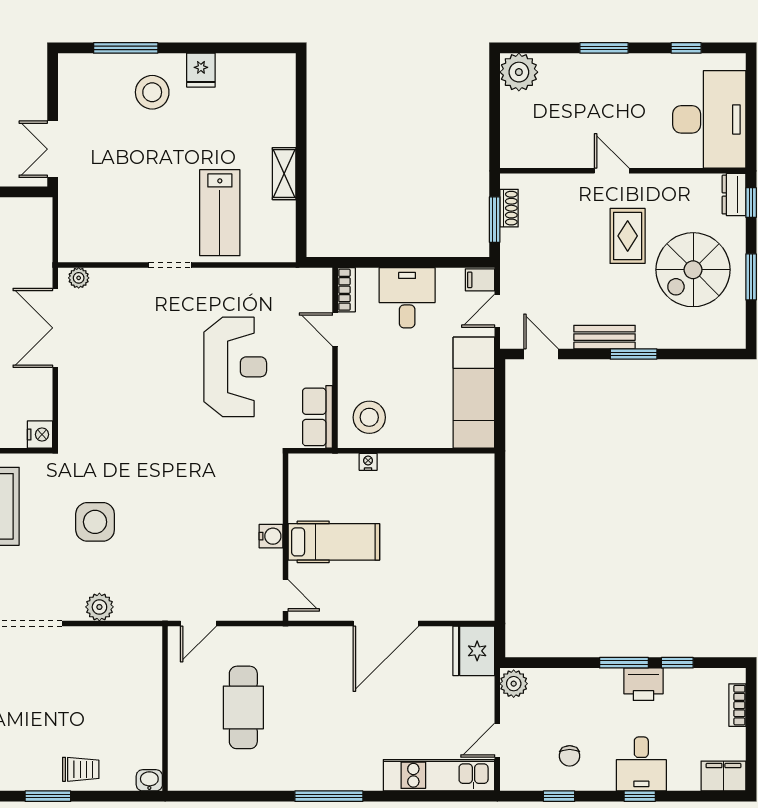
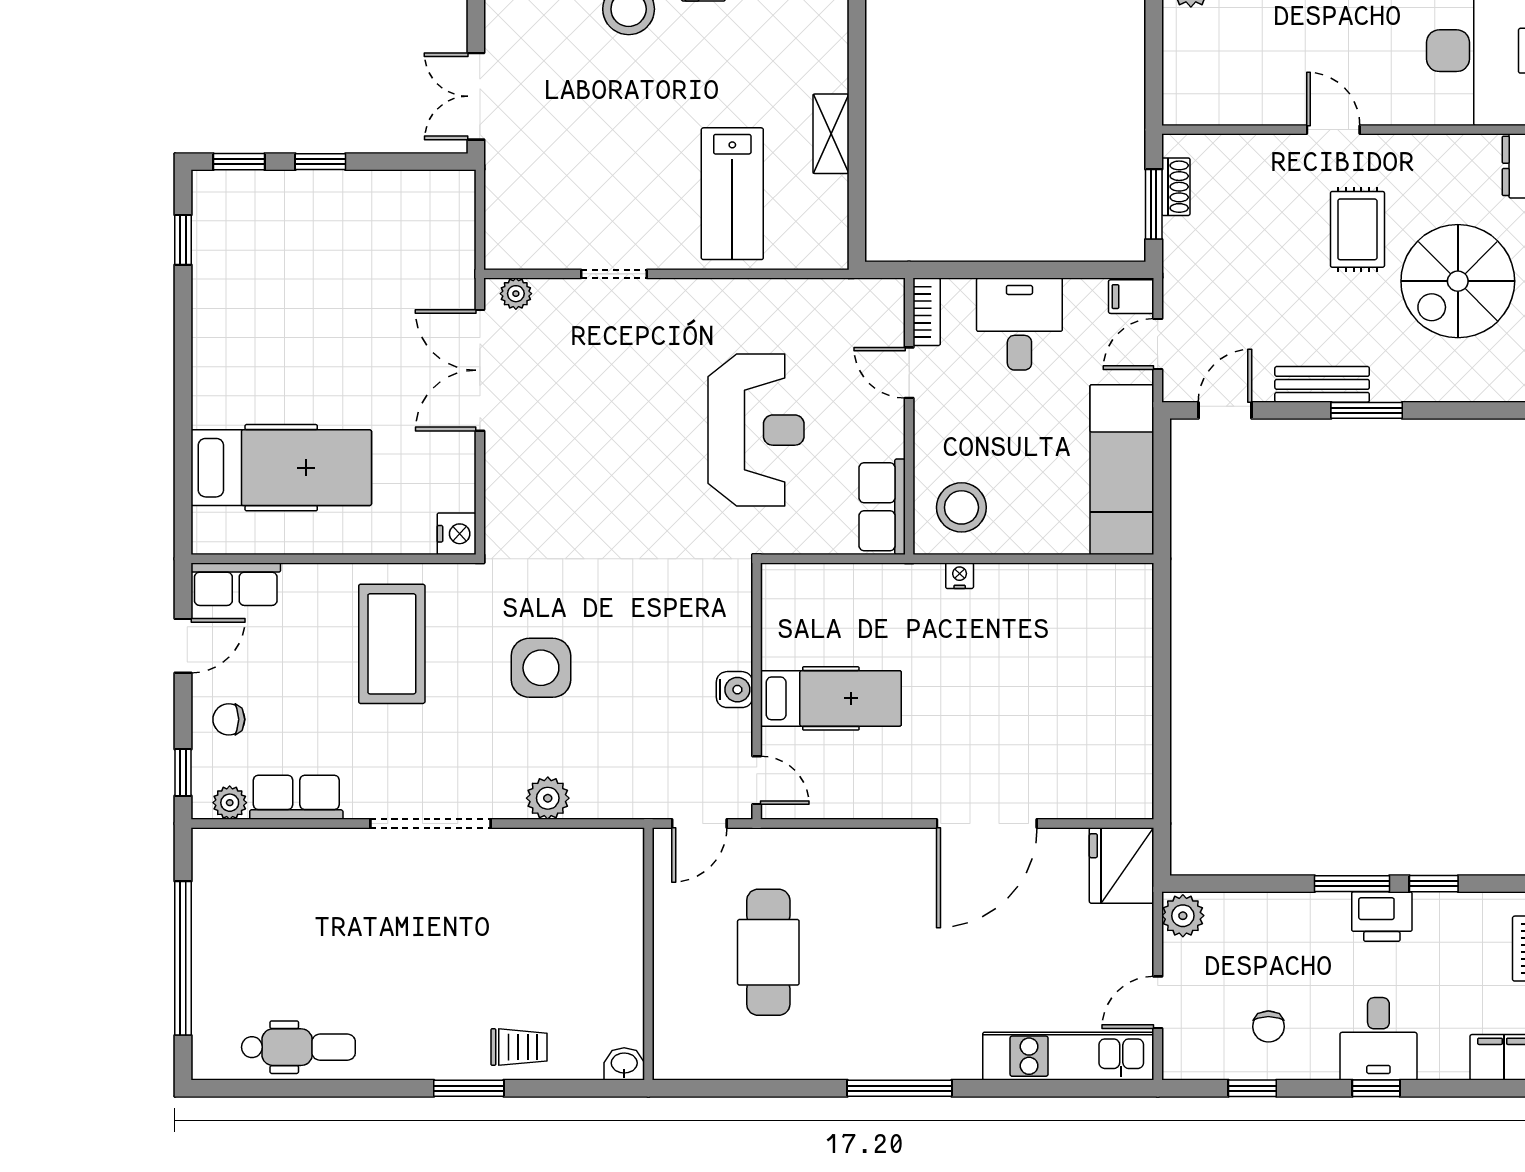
doorway: (170, 265) -> (614, 274), moved
door: (541, 354) -> (1225, 410), hinge flipped
water cooler: (271, 536) -> (734, 690), moved
wall: (285, 537) -> (757, 691), moved
hospital bed: (334, 542) -> (831, 698), moved
door: (285, 595) -> (757, 780), moved

